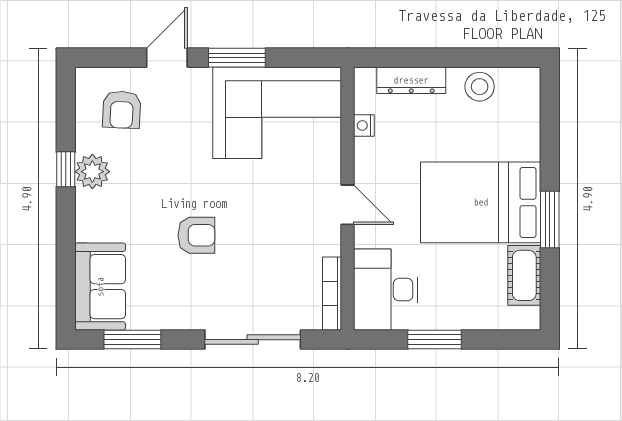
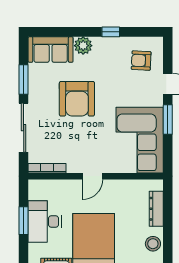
nightstand: (364, 125) -> (133, 185), removed
plant: (92, 172) -> (83, 46), moved
armchair: (196, 235) -> (77, 99), width x1.88, depth x1.88
desk: (386, 290) -> (45, 222), moved, turned -90
window: (132, 340) -> (24, 80), moved

